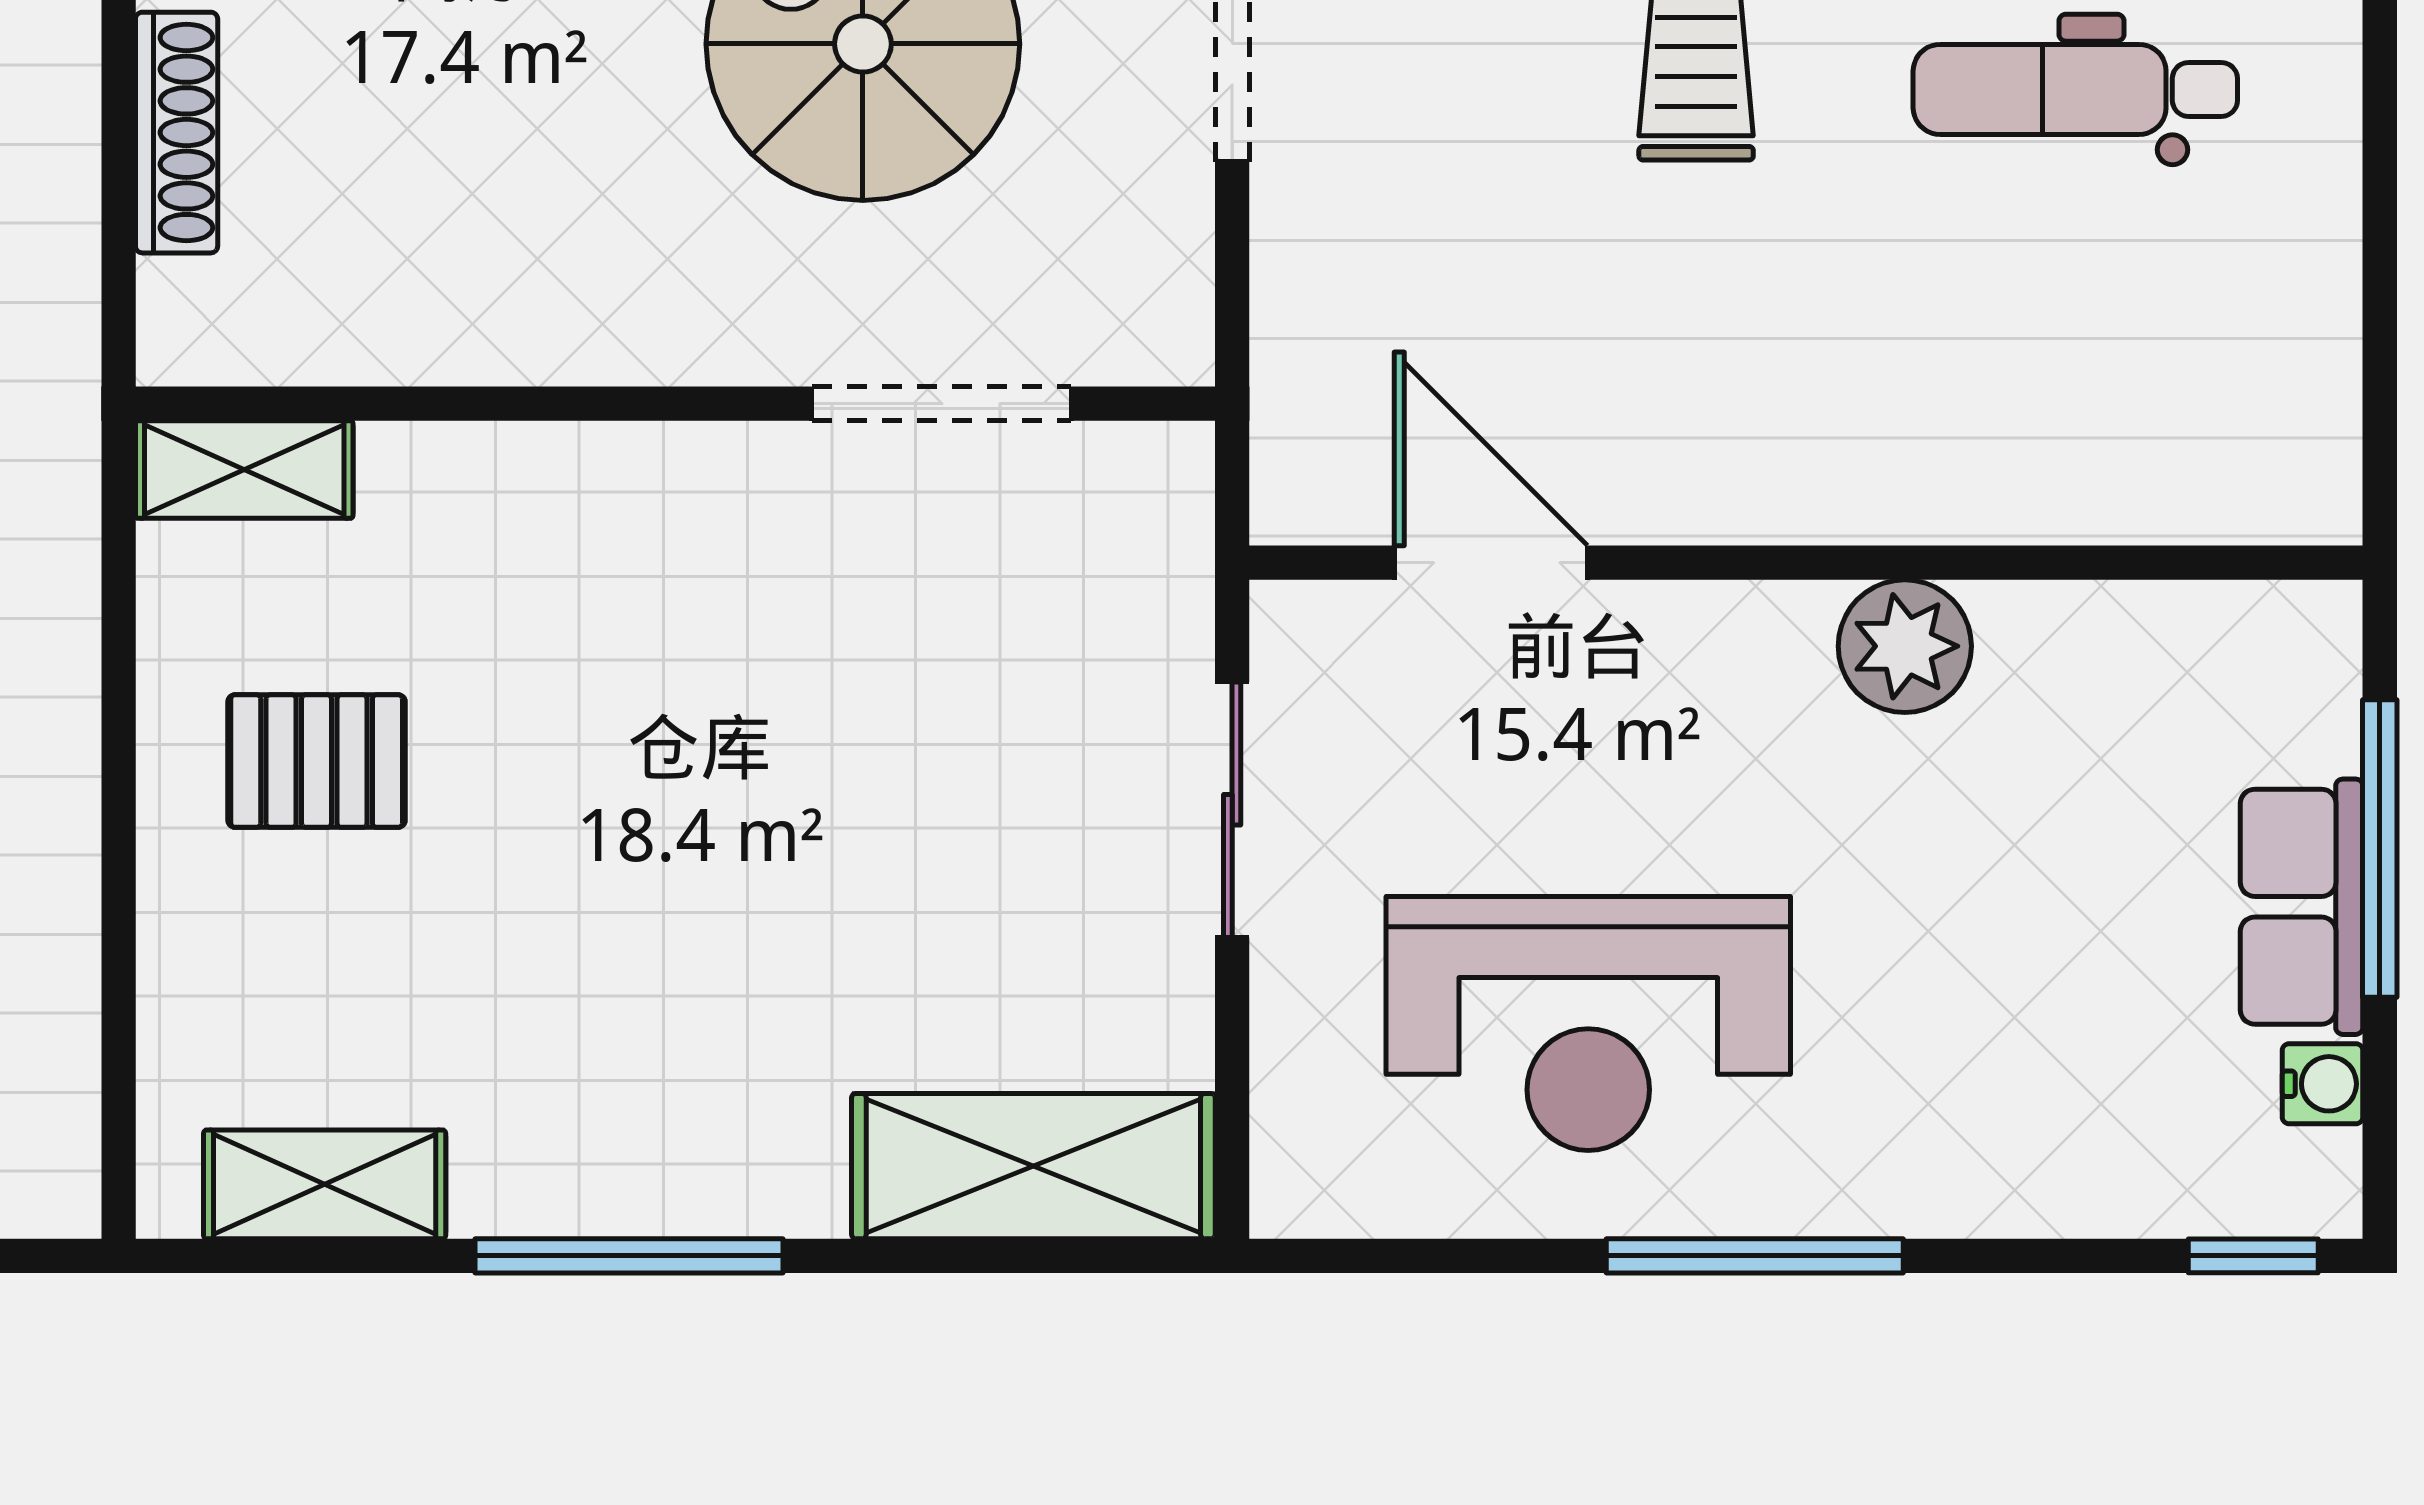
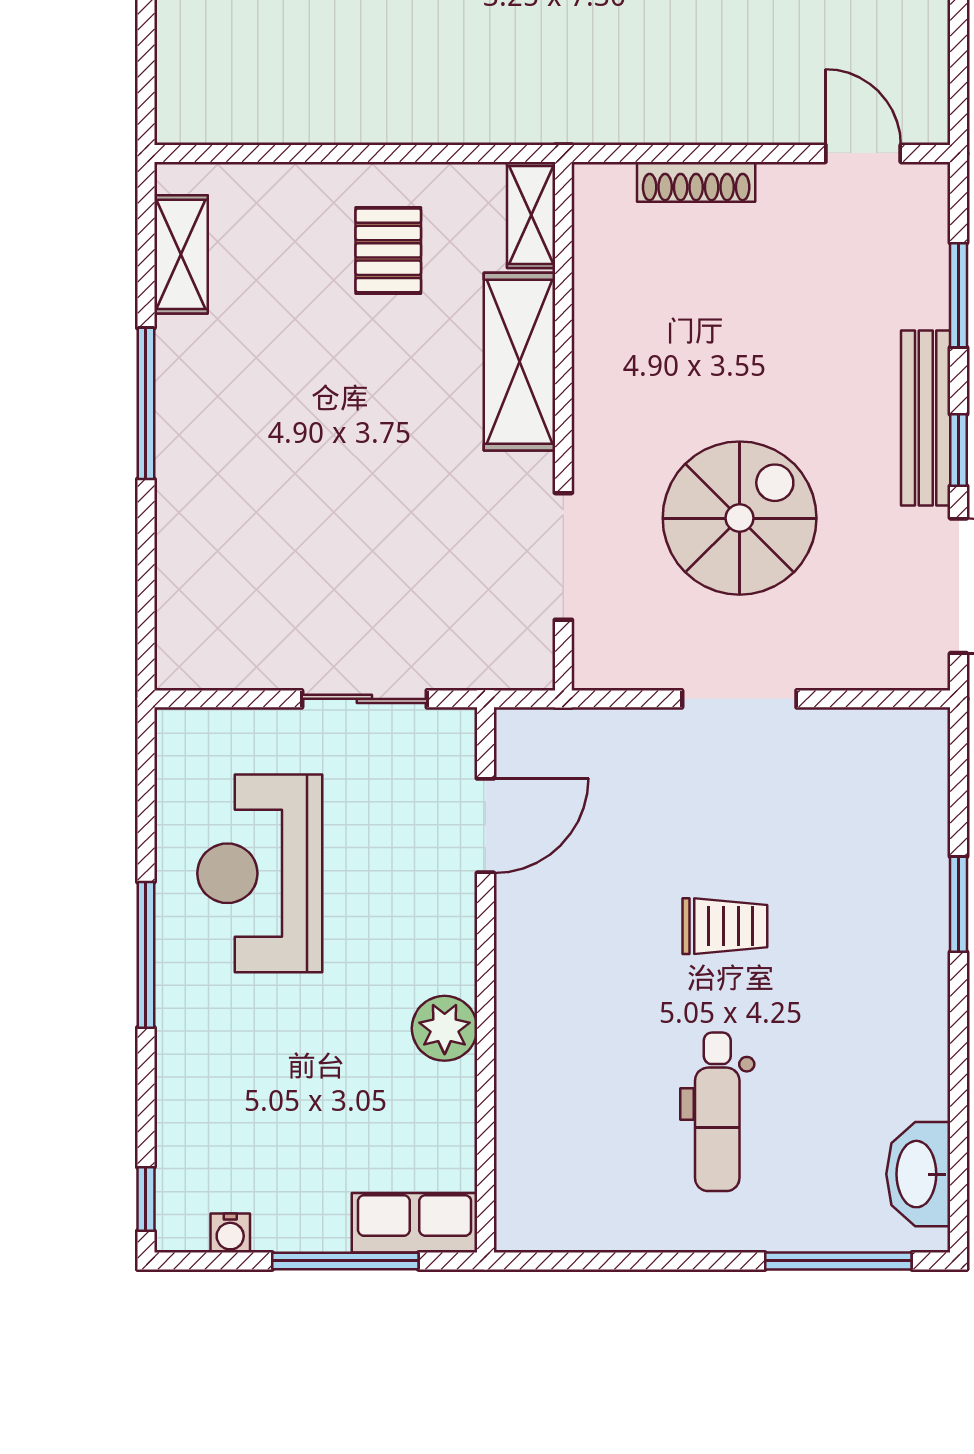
dental chair: (2075, 89) -> (717, 1112), turned 180
row of seats: (2302, 907) -> (415, 1223), moved
shelving: (1033, 1166) -> (519, 362), moved

